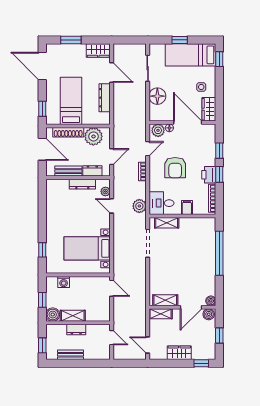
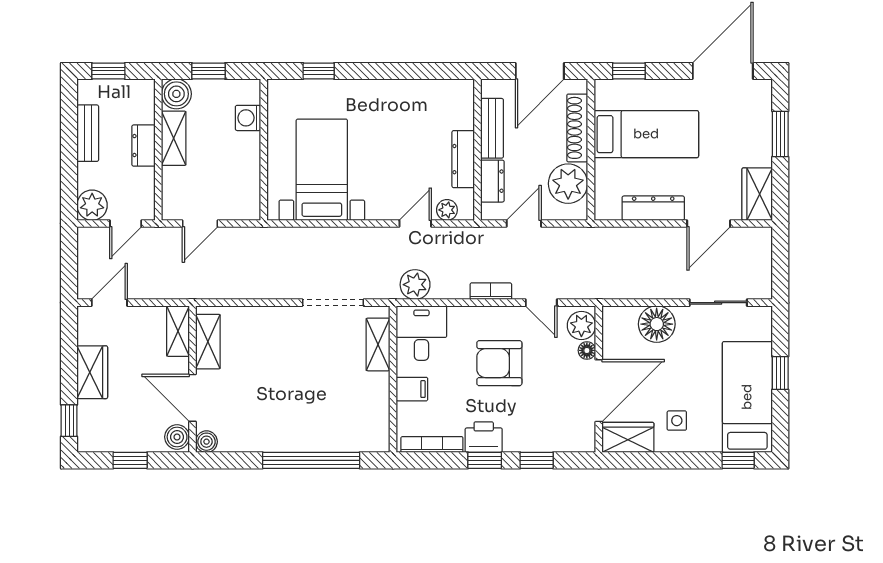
door: (112, 157) -> (524, 223), swing flipped
door: (112, 288) -> (200, 223), moved
plant: (103, 353) -> (92, 205), added

